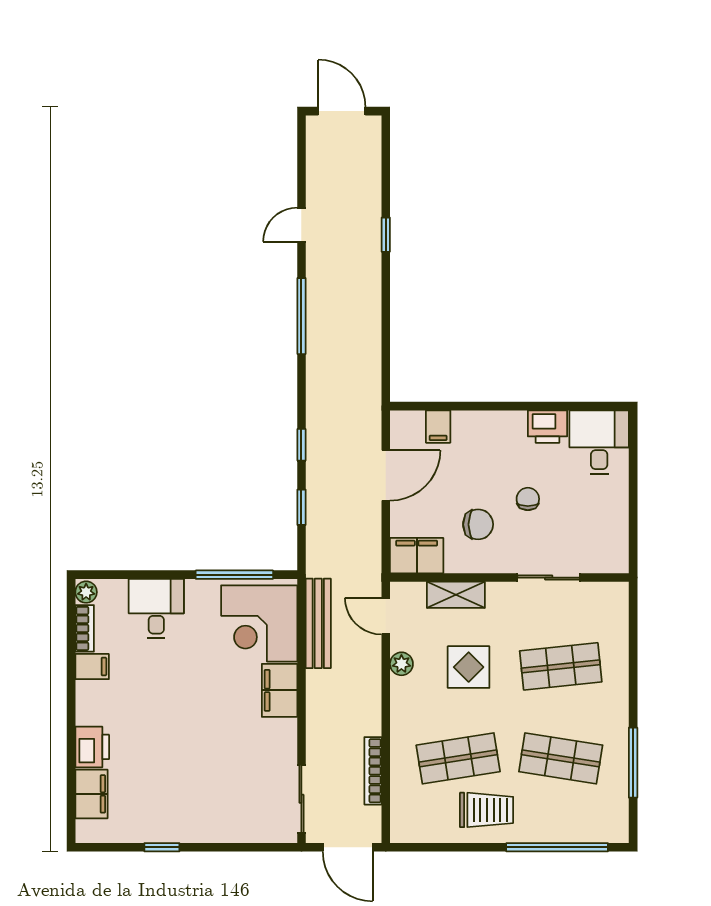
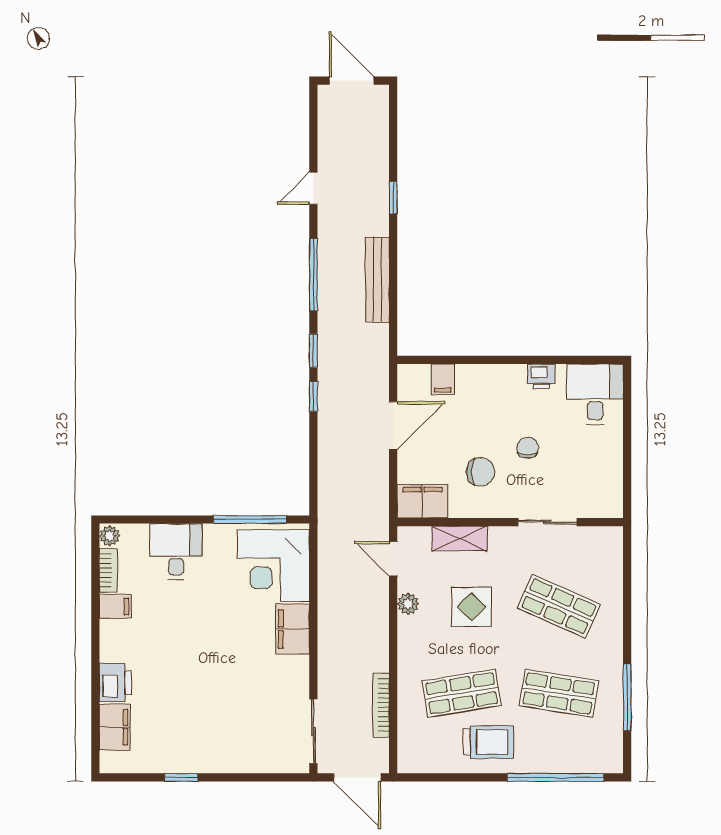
printer: (548, 427) -> (541, 376), width x0.73, depth x0.81
window: (301, 507) -> (313, 351), moved
bench: (318, 623) -> (377, 279), moved
shop shelf: (561, 666) -> (559, 606), turned 30

